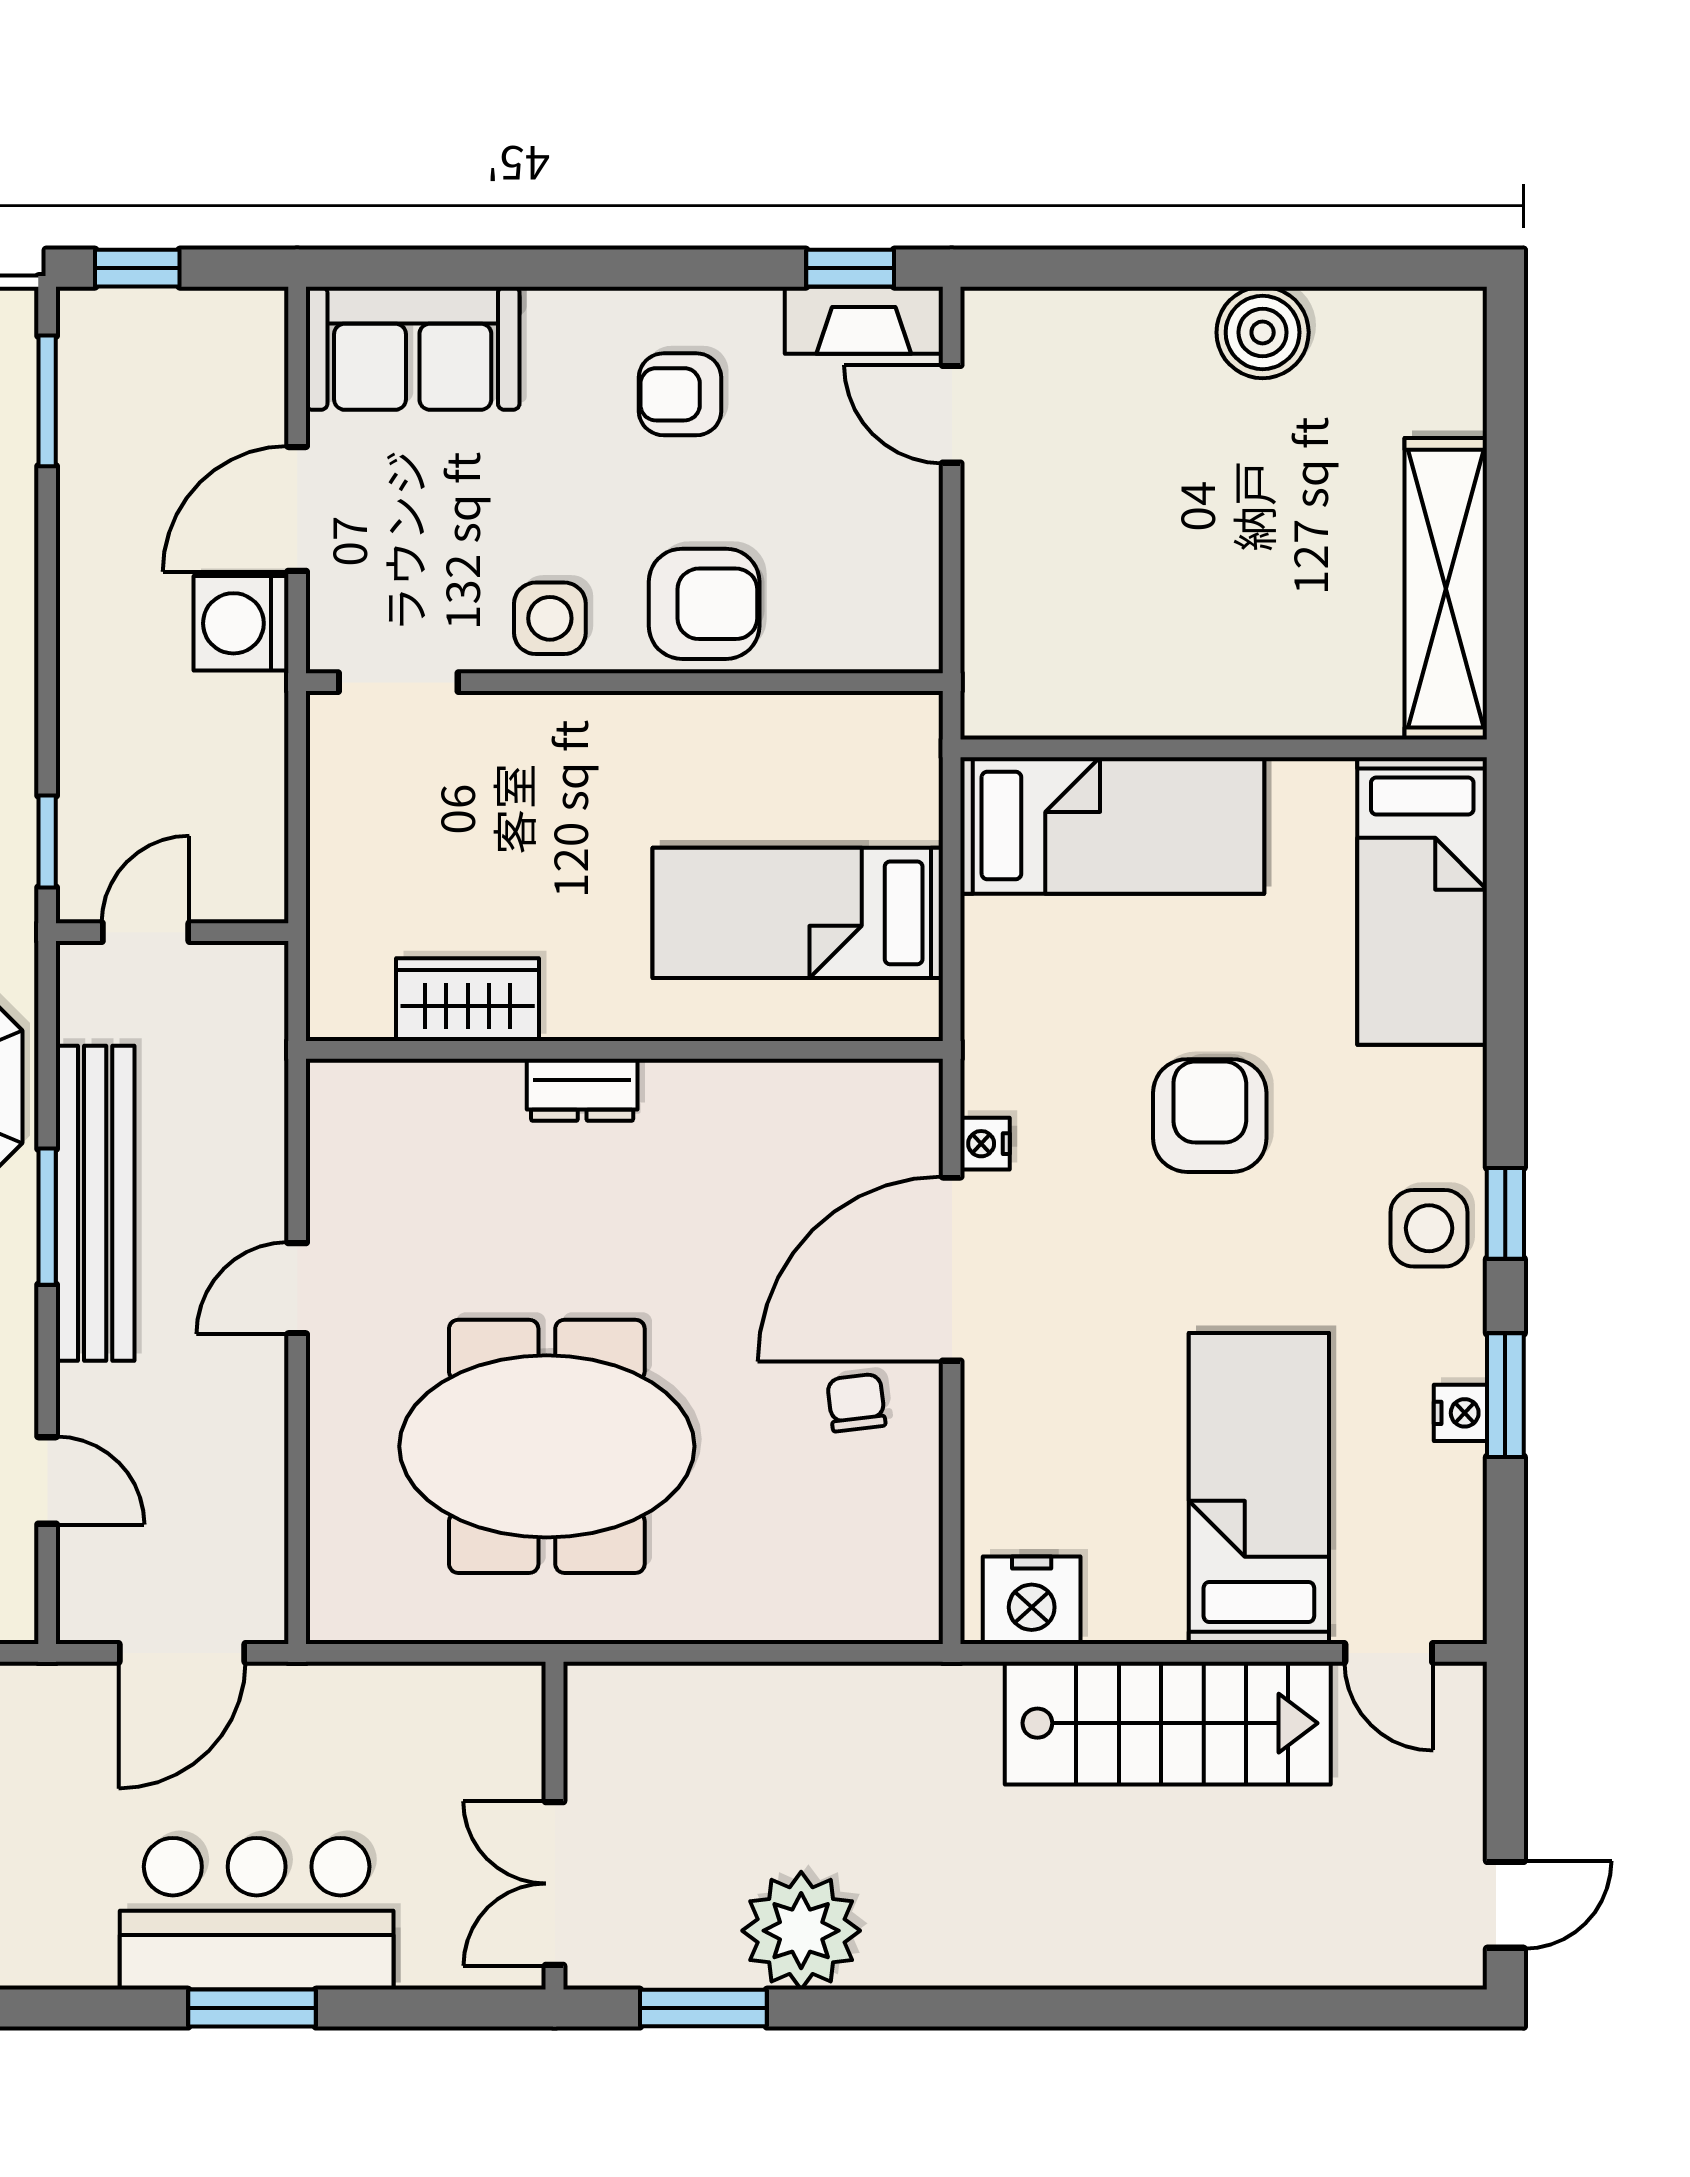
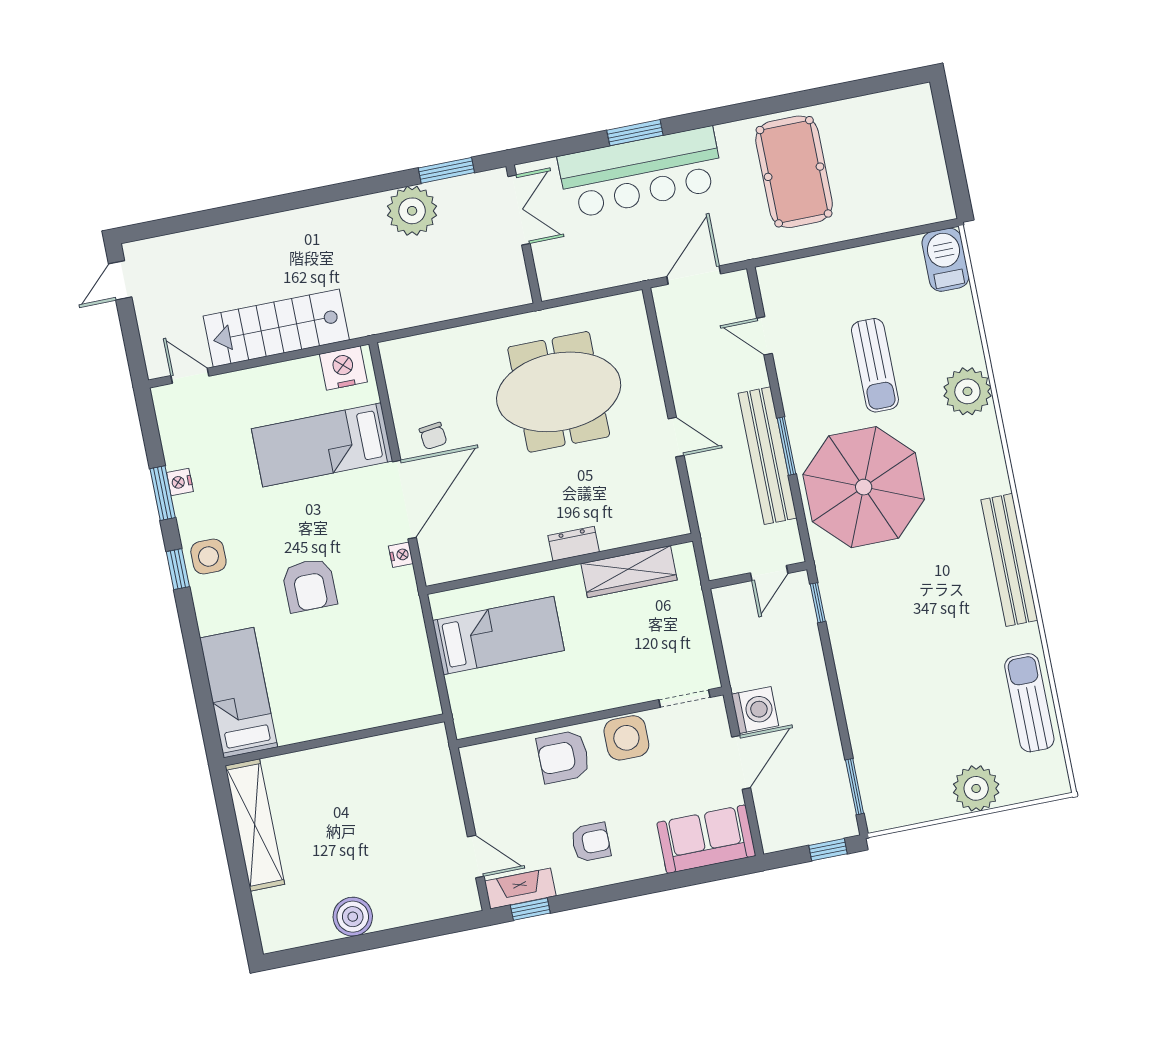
side table: (550, 618) -> (626, 738), width x1.37, depth x1.37
bed: (1112, 825) -> (374, 698), removed
wardrobe: (468, 1000) -> (629, 572), width x1.50
door: (297, 1288) -> (676, 437), hinge flipped
bed: (1259, 1488) -> (322, 445), moved, turned 90
bar counter: (257, 1914) -> (641, 172), width x1.36

